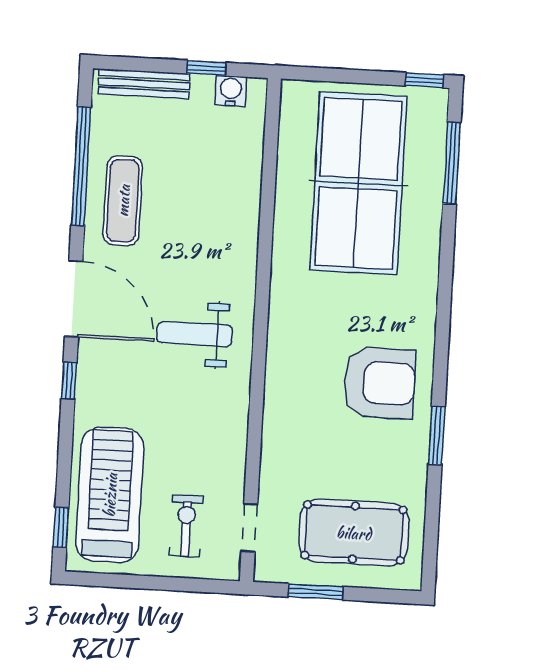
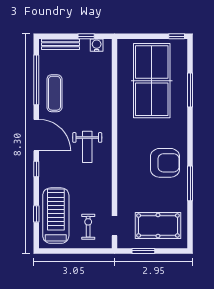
window: (452, 163) -> (190, 90), moved
weight bench: (195, 334) -> (87, 147), turned -90
window: (437, 436) -> (190, 183), width x1.44
window: (61, 527) -> (36, 214), moved

